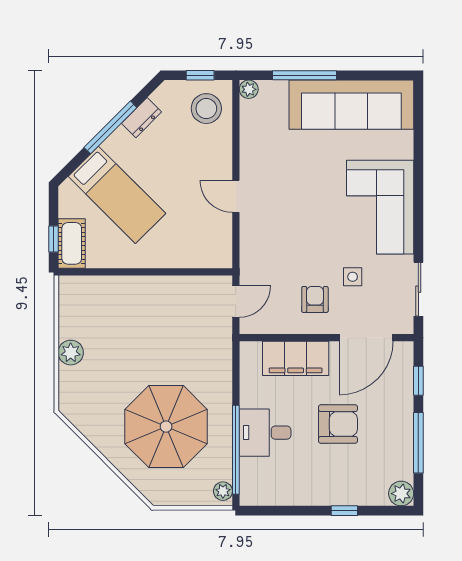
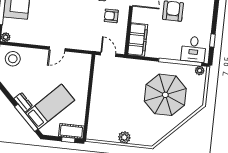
dresser: (141, 118) -> (23, 102), moved
window: (110, 127) -> (26, 118), moved
filing cabinet: (296, 358) -> (138, 40), moved
desk: (265, 433) -> (194, 49), moved
window: (344, 511) -> (212, 40), moved

